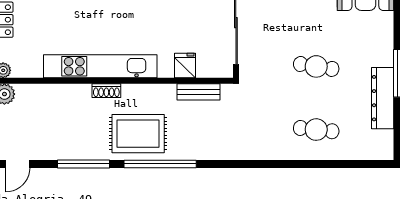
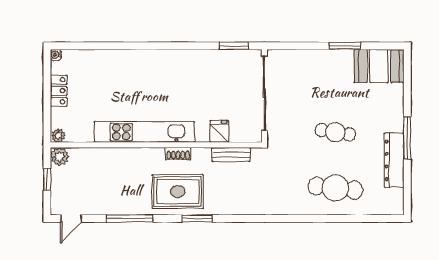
shoe rack: (106, 91) -> (178, 154), moved
cafe table: (316, 130) -> (335, 188), width x1.37, depth x1.35
window: (160, 164) -> (197, 218), width x0.47

